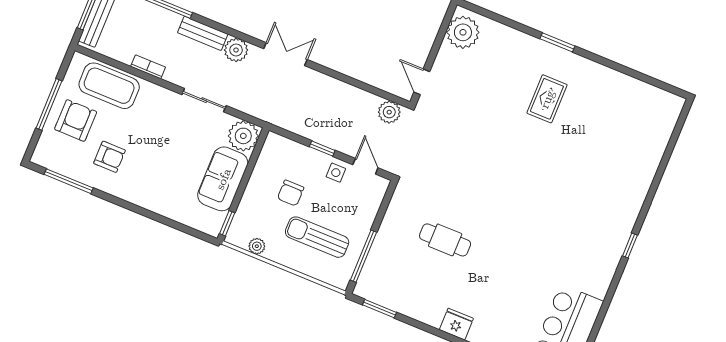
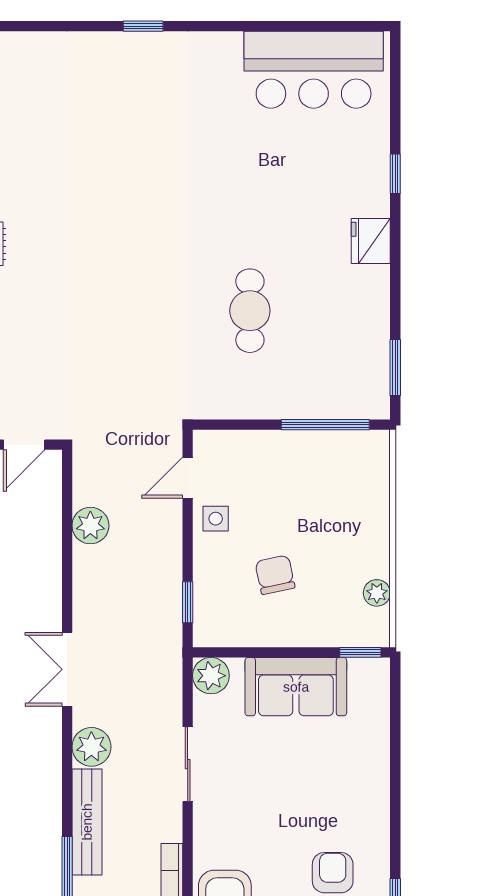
bench: (203, 33) -> (87, 822), width x1.36
plant: (389, 112) -> (90, 526), moved
plant: (243, 136) -> (211, 676), width x0.73, depth x0.73
window: (322, 149) -> (188, 602), moved
chair: (291, 193) -> (275, 575), turned -102
sun lounger: (317, 237) -> (325, 507), removed

